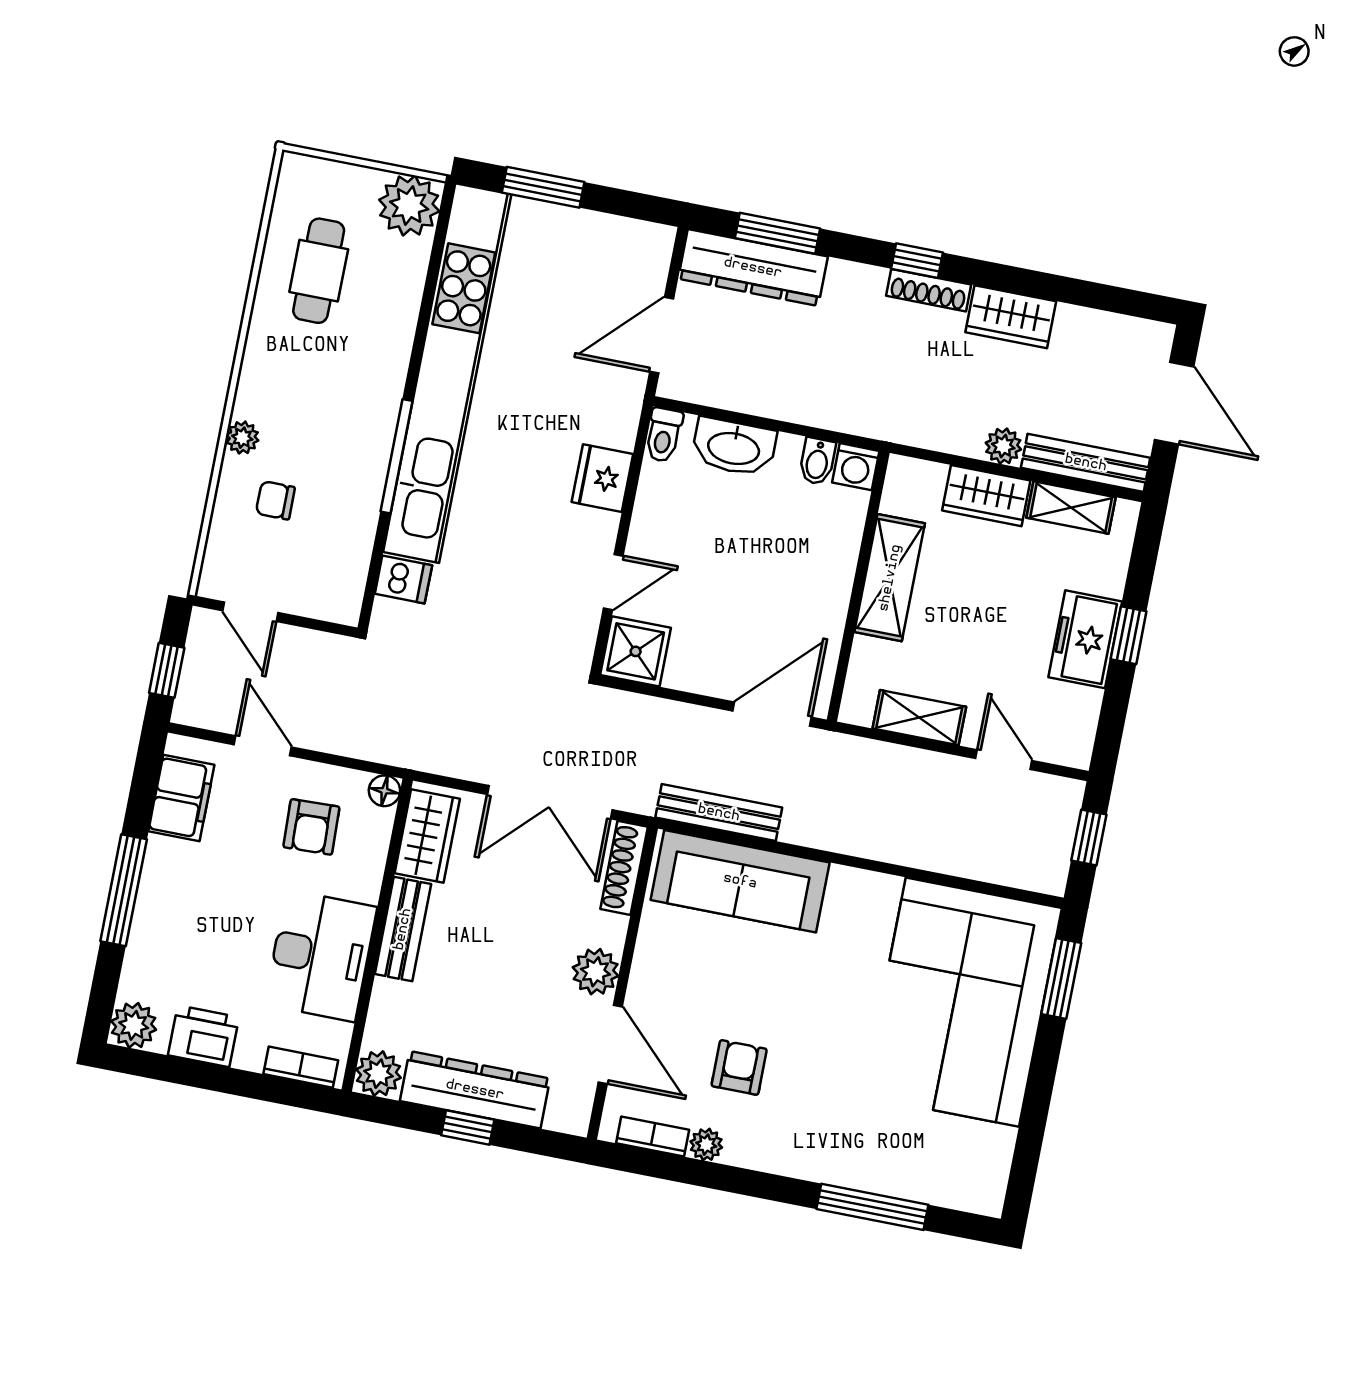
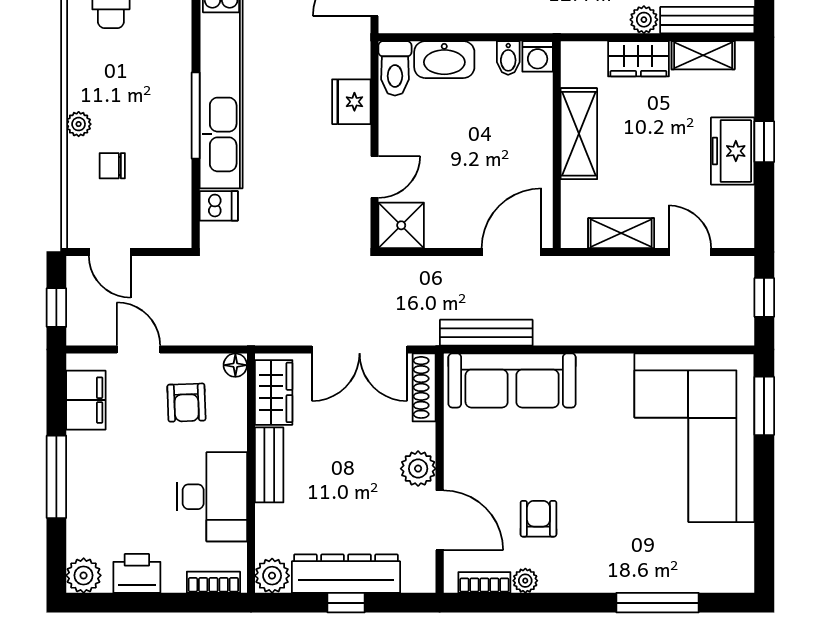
toilet: (664, 435) -> (395, 68), width x1.37, depth x1.39

